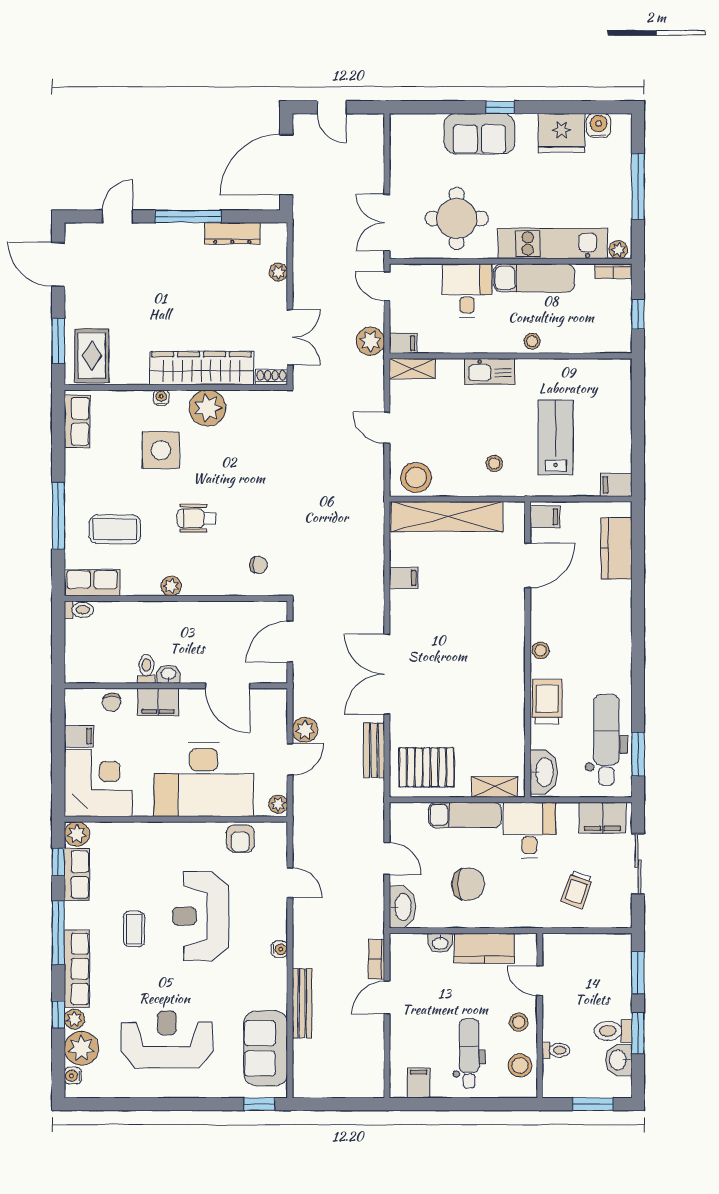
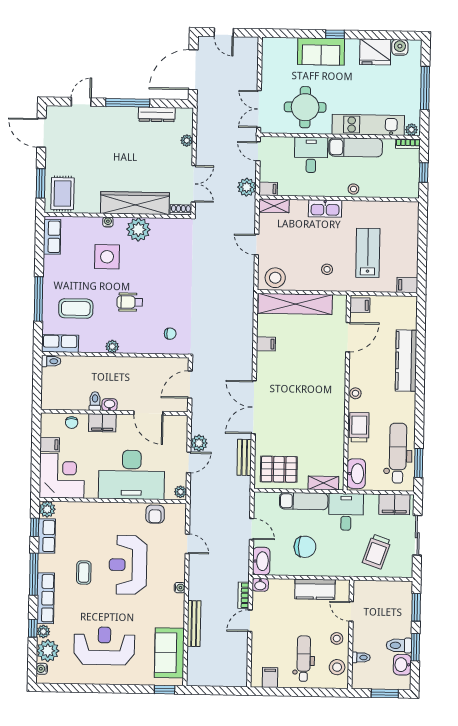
kitchen counter: (616, 548) -> (406, 361), moved, width x1.50
trolley: (577, 889) -> (377, 552), width x1.36, depth x1.39
washbasin: (440, 943) -> (260, 585), moved

